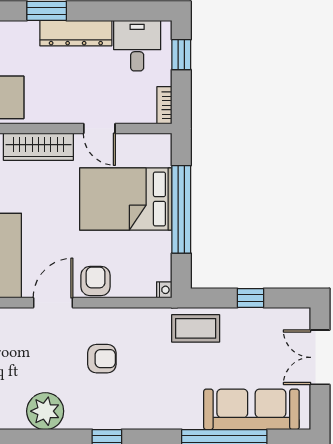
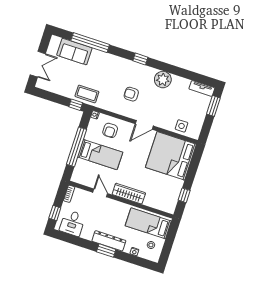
dresser: (76, 33) -> (109, 241), moved
bed: (126, 199) -> (100, 155), width x0.67
armchair: (96, 281) -> (110, 130), moved
window: (250, 298) -> (76, 105), moved
sofa: (251, 409) -> (74, 52), width x0.73

